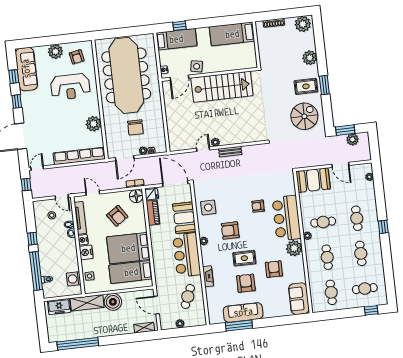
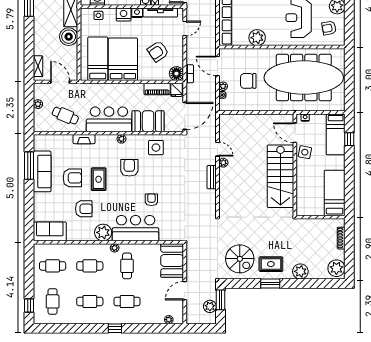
rug: (306, 86) -> (271, 264), turned 90
door: (157, 305) -> (60, 82), hinge flipped

